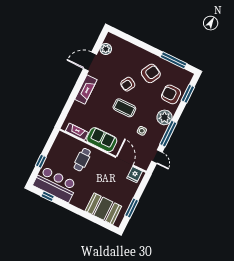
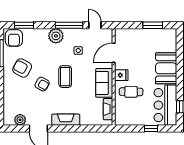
armchair: (171, 94) -> (14, 38), moved
door: (157, 157) -> (95, 25), hinge flipped
fridge: (135, 175) -> (121, 75), moved
booth: (103, 209) -> (166, 68), moved

